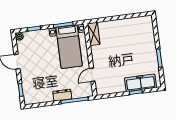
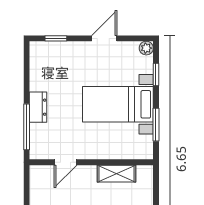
shelving: (94, 34) -> (116, 174), moved
bed with nightstands: (69, 47) -> (118, 104), moved
door: (92, 75) -> (65, 162), swing flipped

